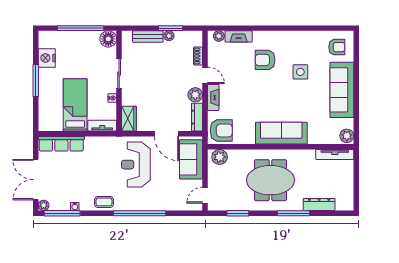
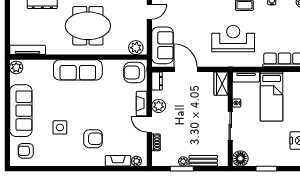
window: (81, 28) -> (266, 169), width x0.47
dresser: (197, 117) -> (157, 81), width x0.70
reception desk: (136, 165) -> (233, 39), moved, turned -90

